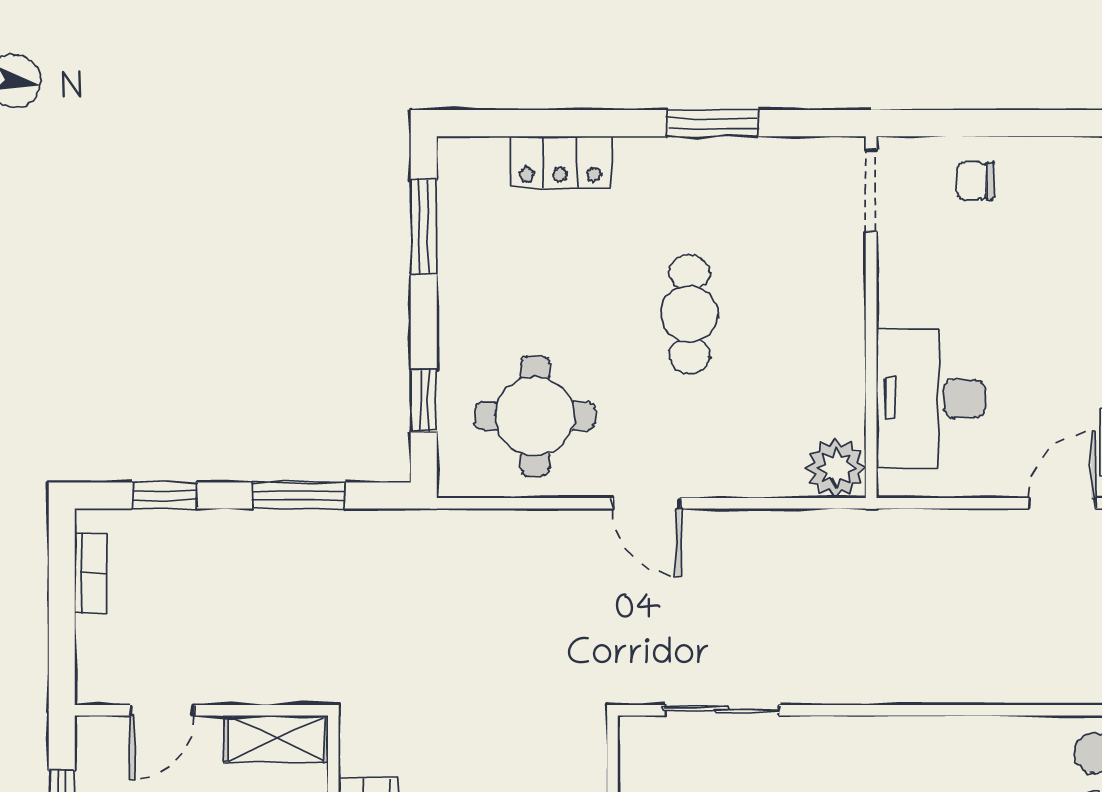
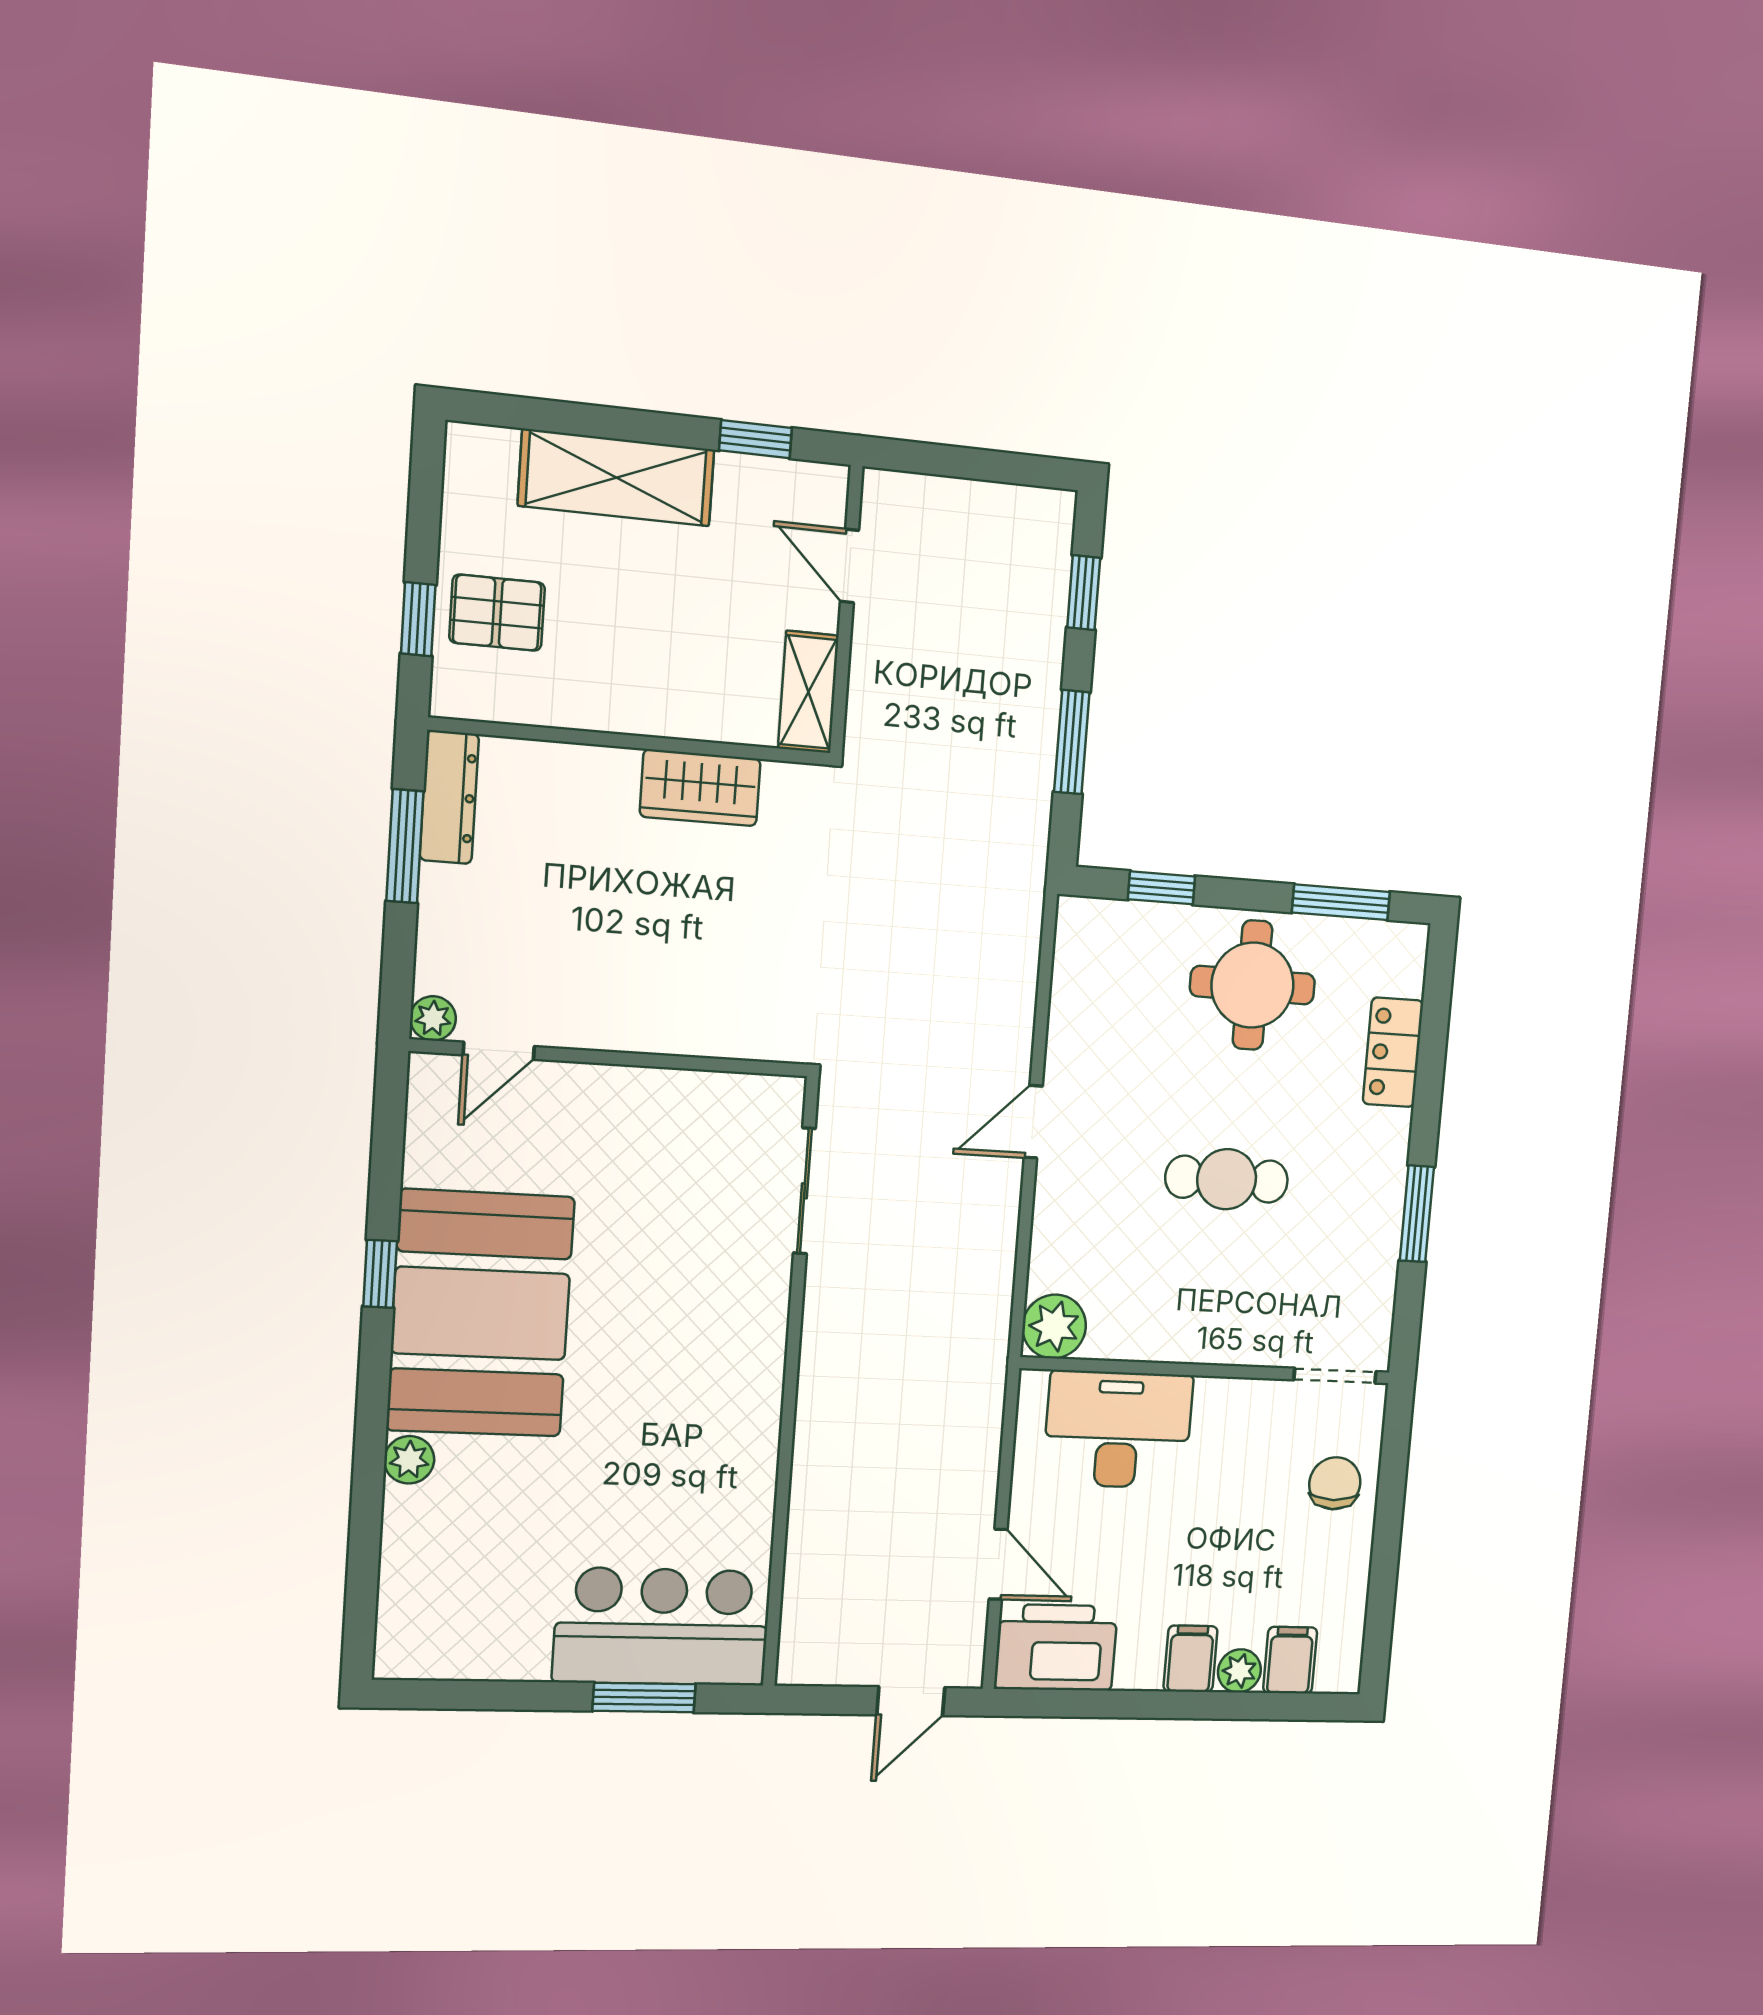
chair: (975, 181) -> (1335, 1483), width x1.37, depth x1.37
round table: (535, 416) -> (1252, 985), moved
bookcase: (91, 573) -> (1006, 501), removed

